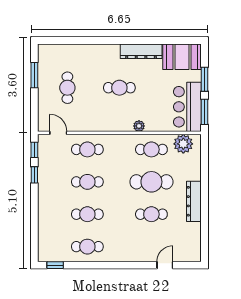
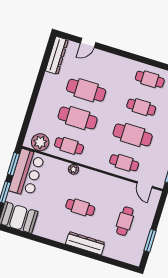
dresser: (141, 51) -> (85, 243), moved
cafe table: (87, 182) -> (133, 135), width x1.37, depth x1.35
dresser: (194, 201) -> (57, 55), moved
cafe table: (151, 214) -> (86, 90), width x1.37, depth x1.35

